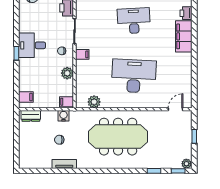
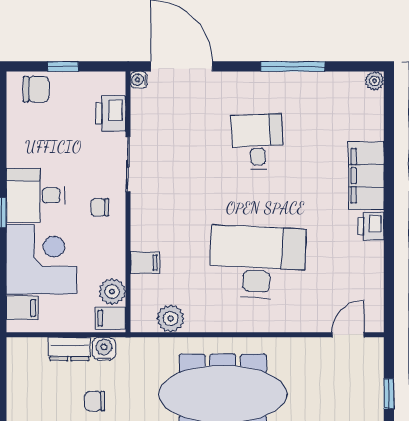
printer: (186, 13) -> (371, 226), moved
desk: (134, 21) -> (257, 142), width x0.73
filing cabinet: (82, 54) -> (145, 262), moved
plant: (67, 73) -> (112, 291), moved
corner desk: (35, 75) -> (41, 259), added
dresser: (31, 116) -> (69, 349), moved

